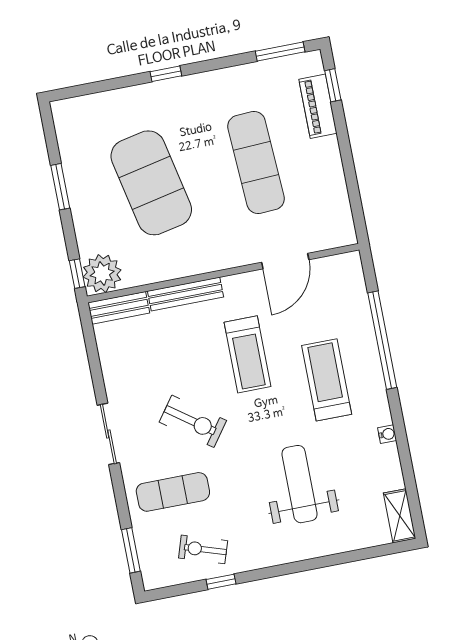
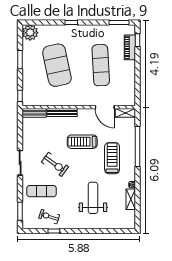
door: (285, 261) -> (105, 107), hinge flipped
shelving: (338, 265) -> (125, 113), added
plant: (102, 274) -> (30, 33), moved
treadmill: (247, 354) -> (82, 142), turned 90
shelving: (400, 516) -> (131, 199), moved

